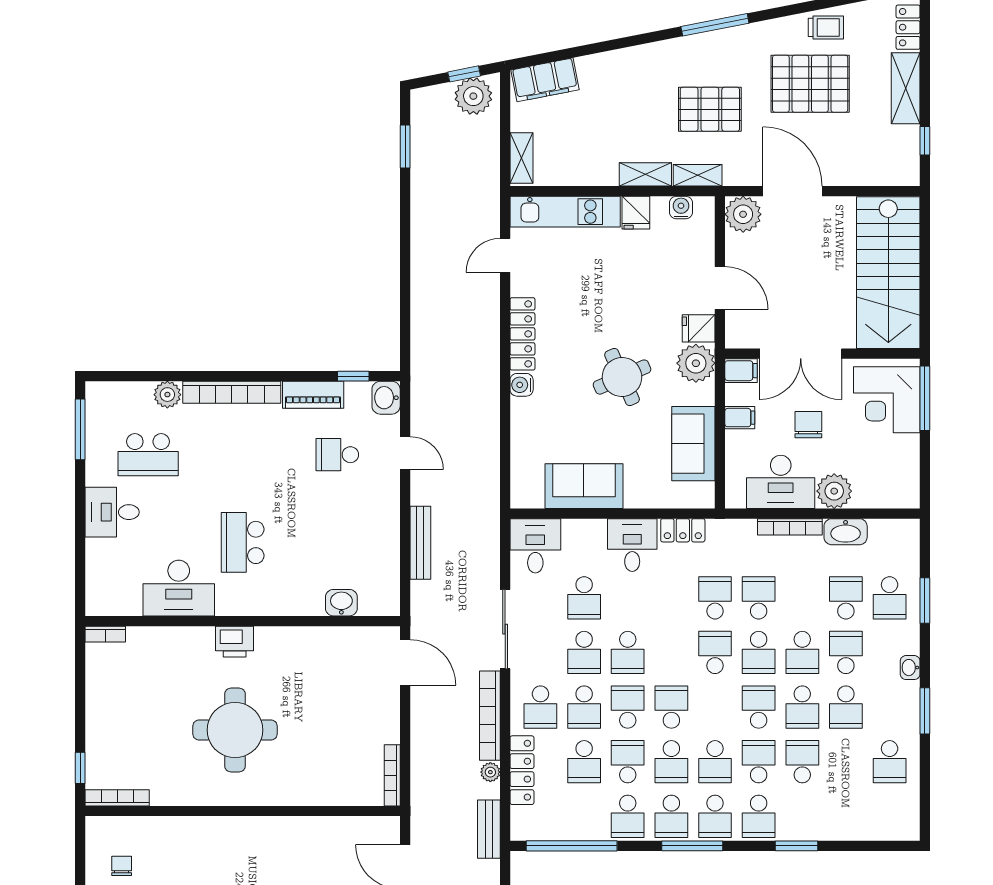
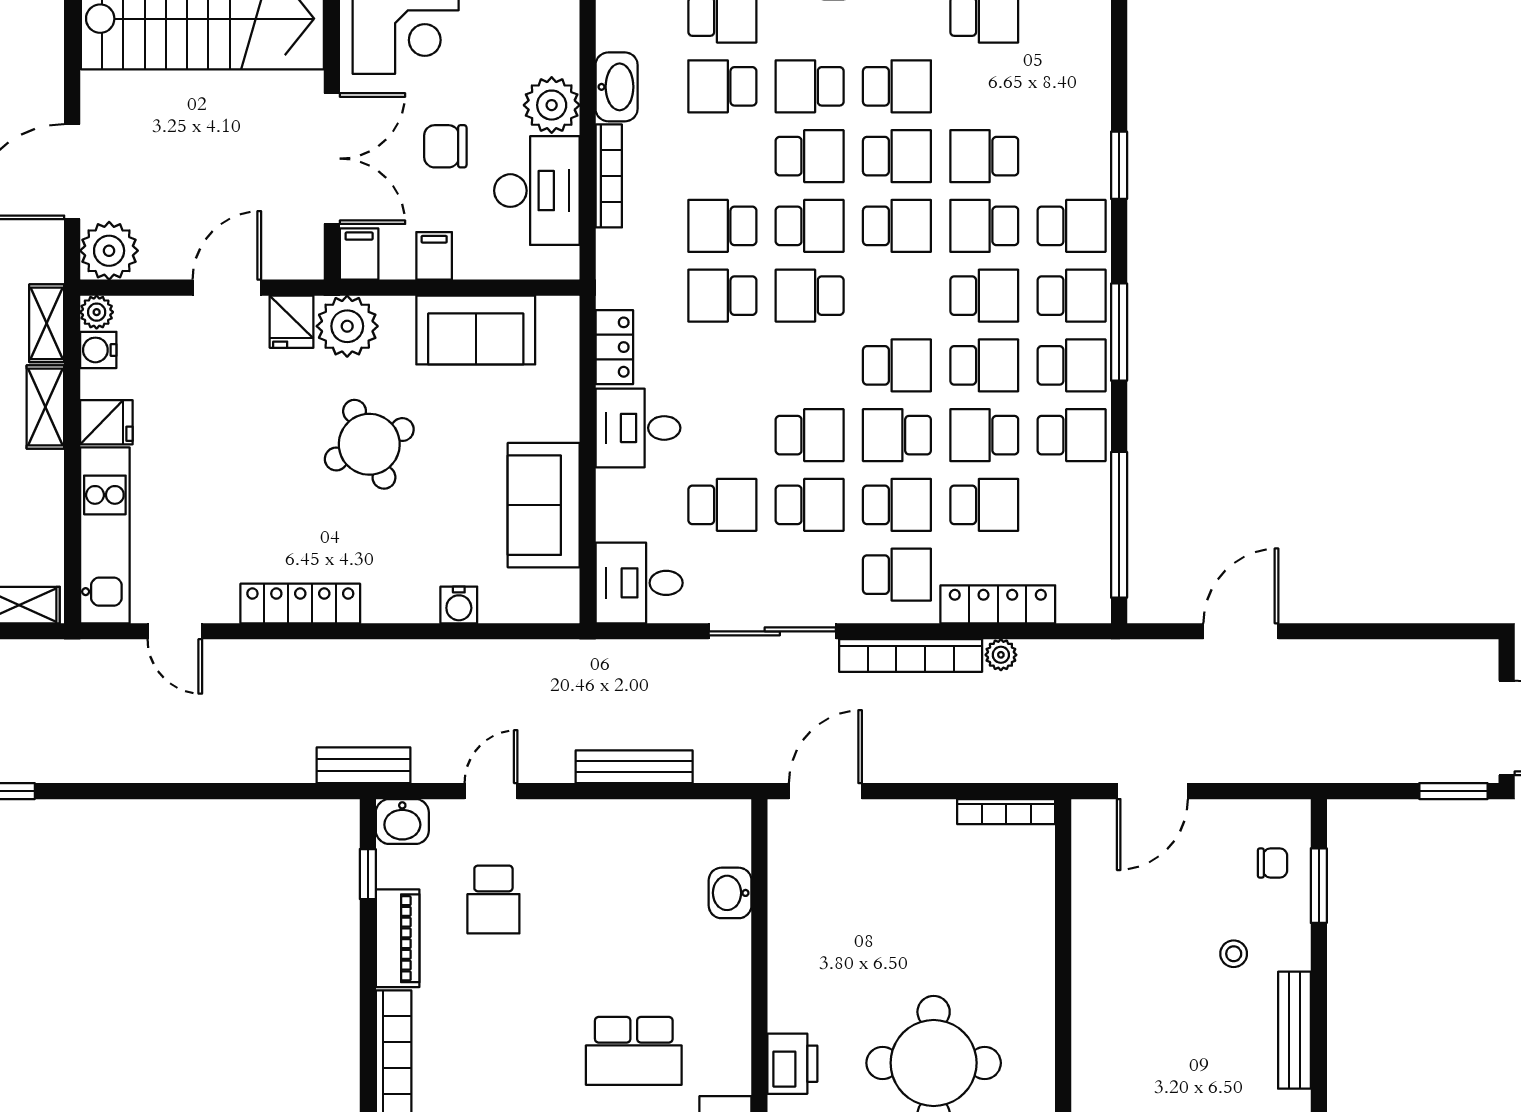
plant: (705, 206) -> (97, 312), added
water cooler: (522, 385) -> (459, 605), moved
school desk: (671, 707) -> (897, 365), turned 180
school desk: (759, 707) -> (897, 226), turned 180
bench: (489, 829) -> (364, 765), moved

